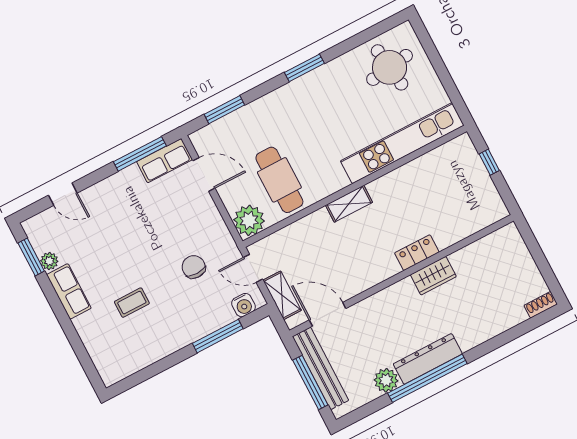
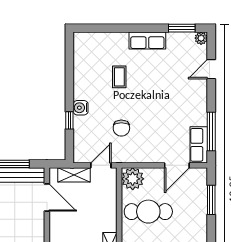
plant: (49, 261) -> (201, 38), moved
chair: (194, 267) -> (121, 128), turned 90
water cooler: (243, 305) -> (81, 108), moved
door: (328, 314) -> (47, 198), hinge flipped
window: (218, 336) -> (69, 120), width x0.46

